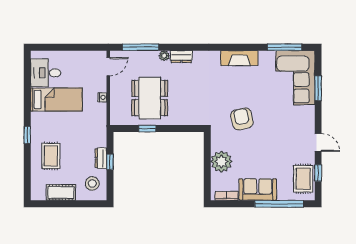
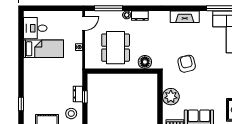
floor lamp: (188, 117) -> (145, 62), added
window: (147, 129) -> (114, 71), removed
window: (27, 135) -> (21, 104), moved
rug: (51, 156) -> (39, 92), removed

